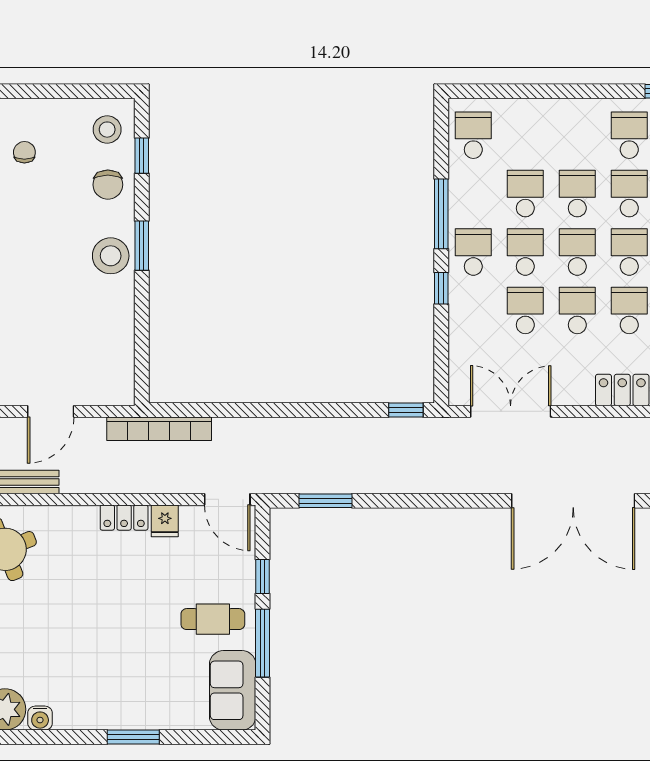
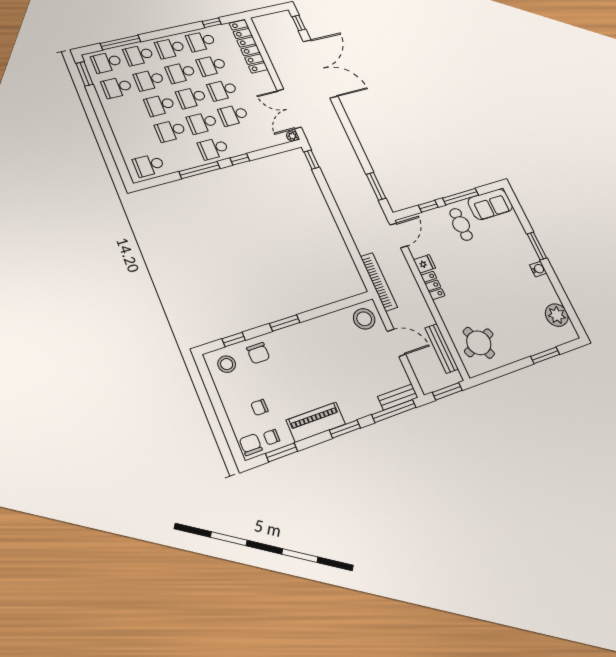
chair: (108, 185) -> (258, 353), turned 90
stool: (111, 256) -> (364, 319), moved
plant: (458, 396) -> (292, 136), added
water cooler: (40, 718) -> (538, 269), moved

